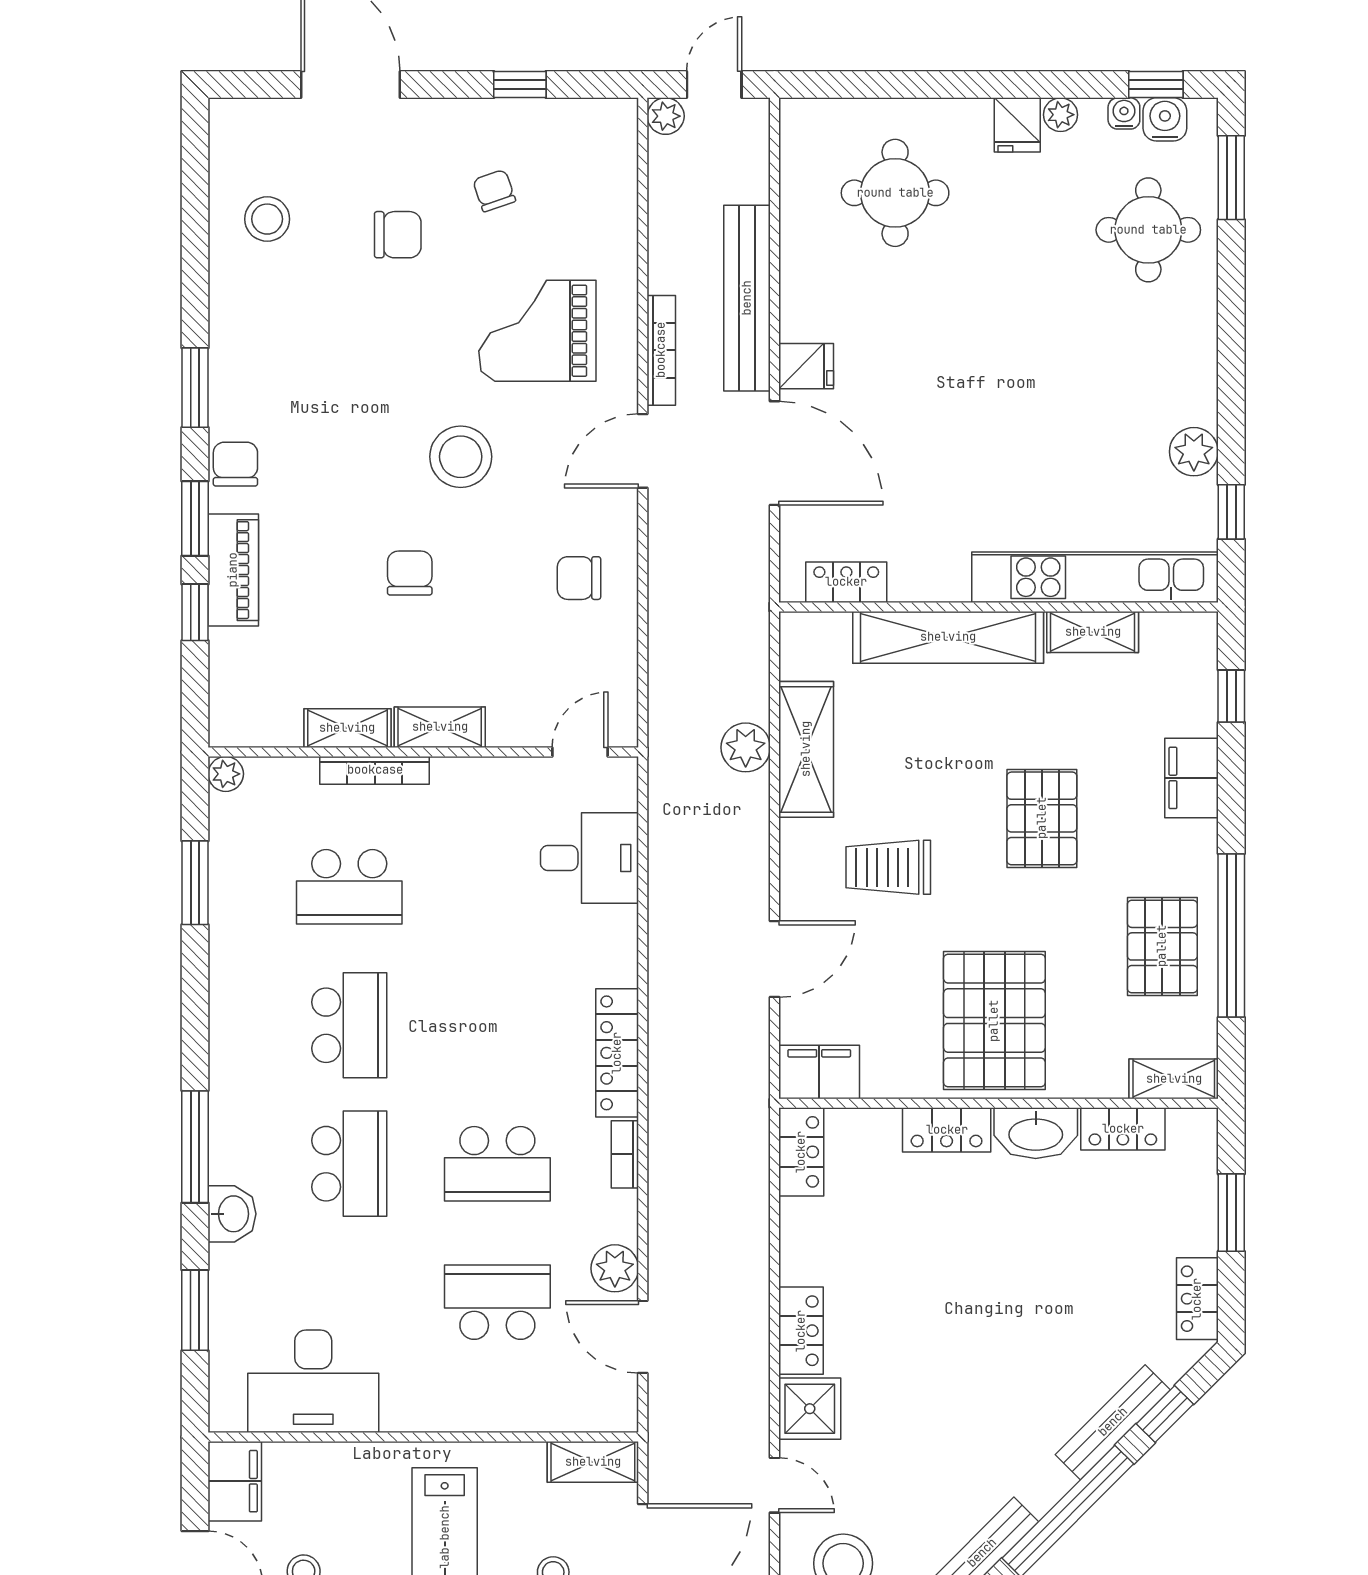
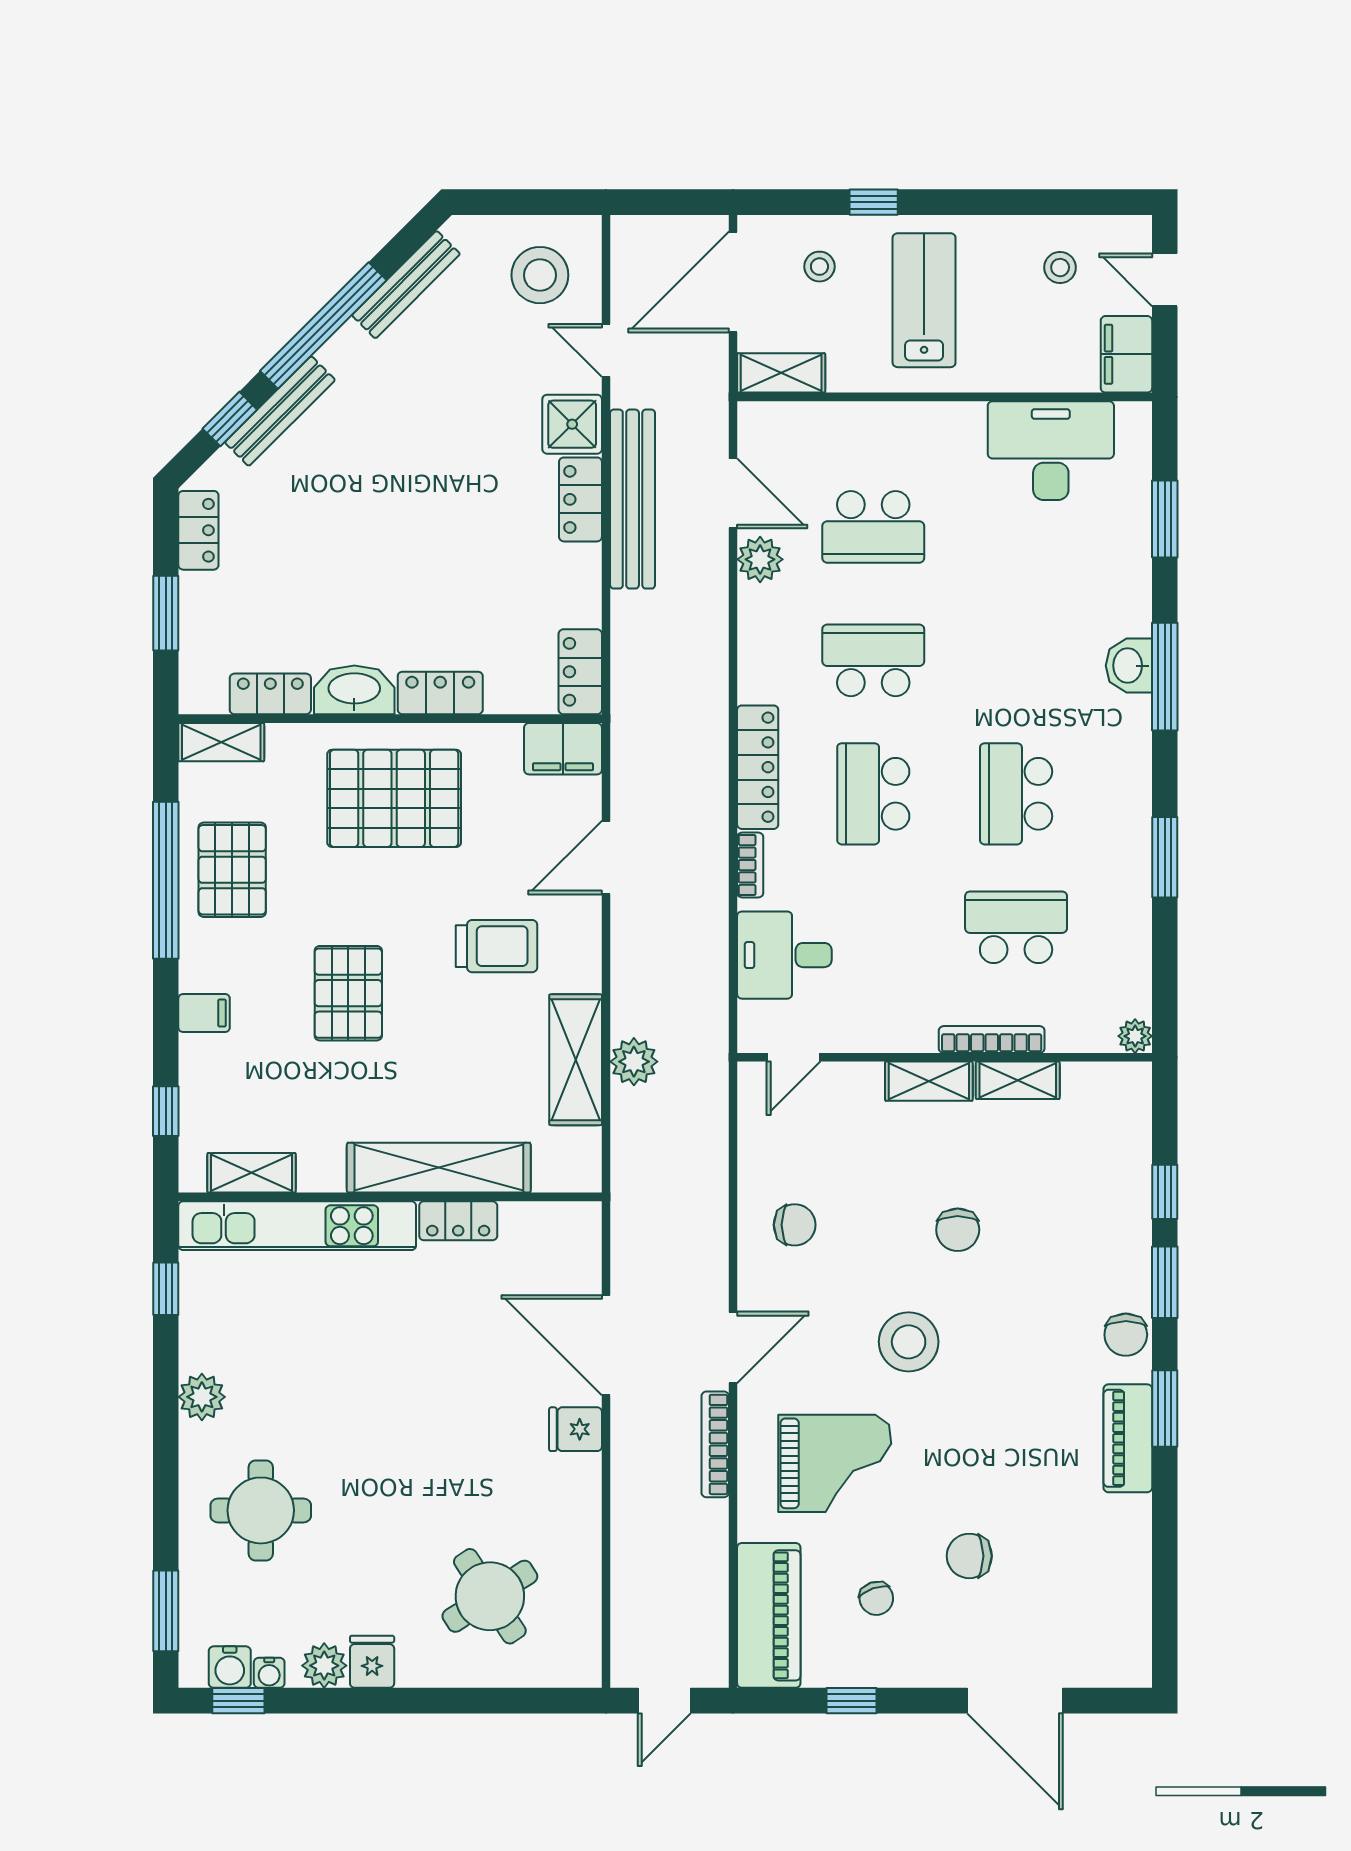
plant: (1061, 115) -> (324, 1666), width x1.38, depth x1.38
plant: (666, 116) -> (711, 1670), removed
piano: (606, 173) -> (769, 1615), added
round table: (895, 193) -> (490, 1596), turned -33
stool: (267, 219) -> (1095, 1571), removed
round table: (1148, 230) -> (261, 1510), moved
bench: (747, 298) -> (633, 499), moved
plant: (1194, 452) -> (202, 1397), moved
piano: (233, 570) -> (1128, 1438), moved
locker: (846, 582) -> (458, 1221), moved
shelving: (1093, 632) -> (252, 1173), moved
filing cabinet: (1192, 778) -> (204, 1013), width x0.50
window: (195, 883) -> (1165, 857), moved
pallet: (994, 1021) -> (394, 798), turned 90
bookcase: (625, 1154) -> (750, 865), moved
school desk: (349, 1164) -> (873, 794), moved
washbasin: (232, 1214) -> (1129, 666), moved

